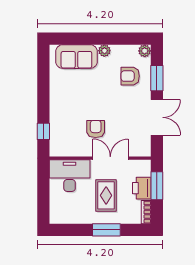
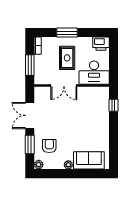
armchair: (130, 76) -> (49, 146), turned -90
armchair: (96, 129) -> (75, 107), removed
printer: (142, 188) -> (101, 44), moved, turned 90

